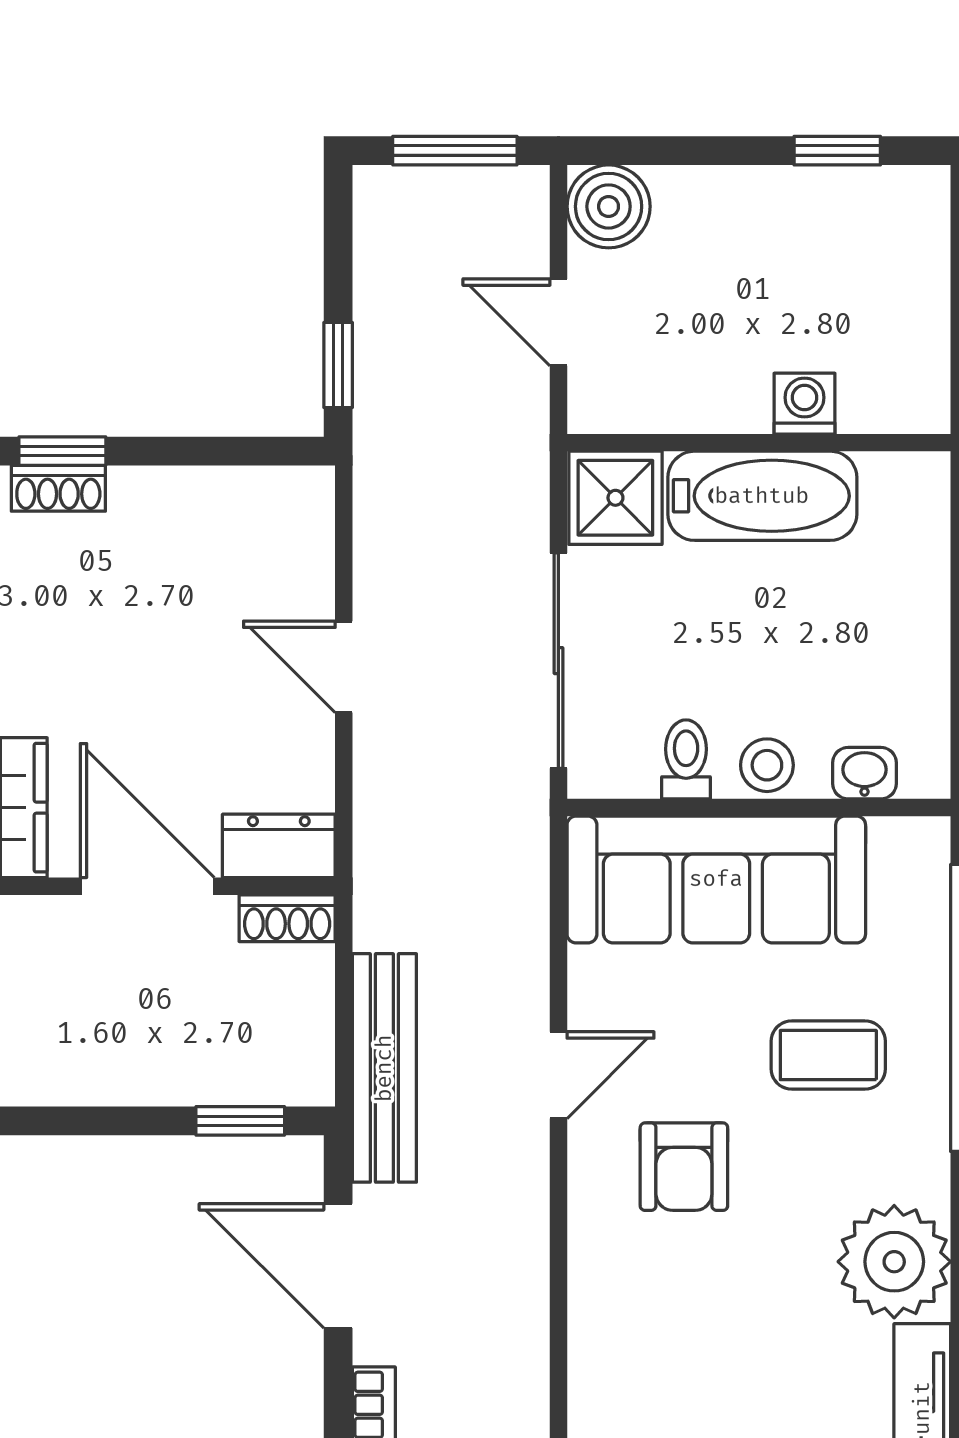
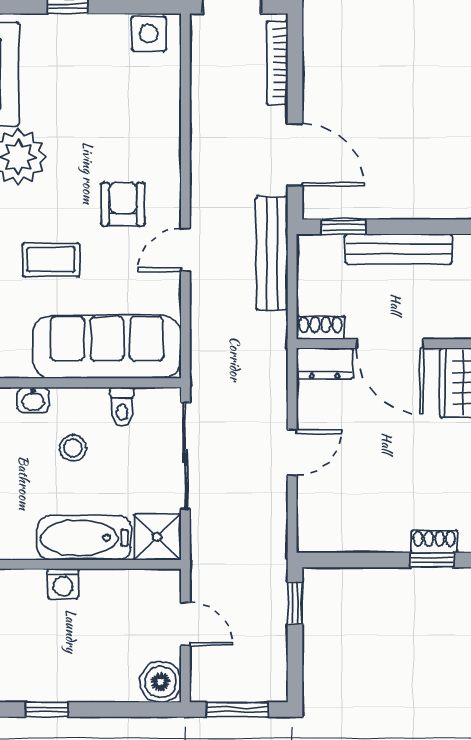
door: (344, 667) -> (292, 453), hinge flipped
stool: (767, 765) -> (73, 448), moved
bench: (130, 1076) -> (399, 249), added

